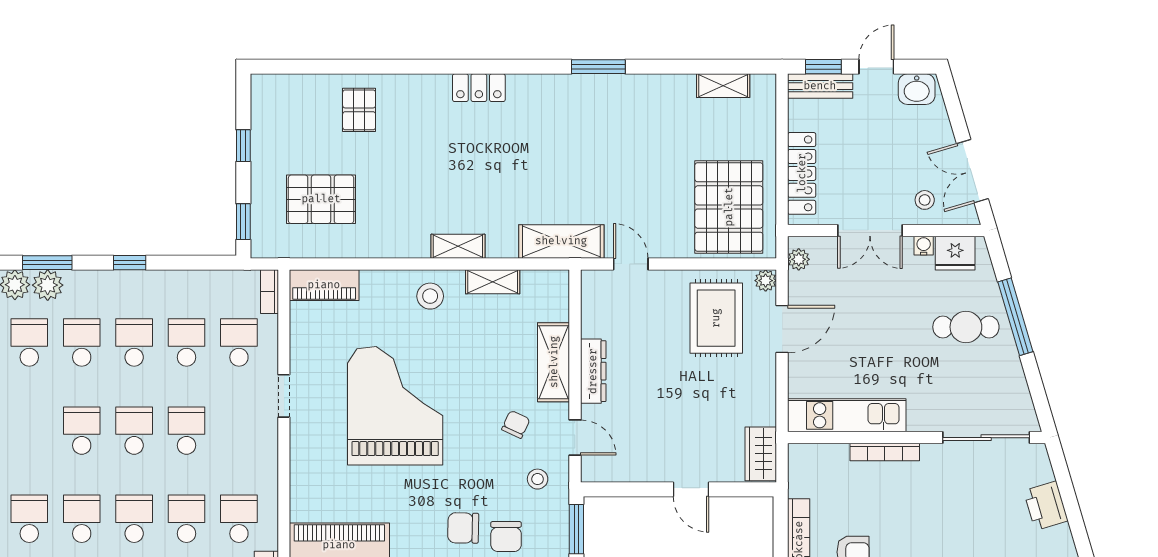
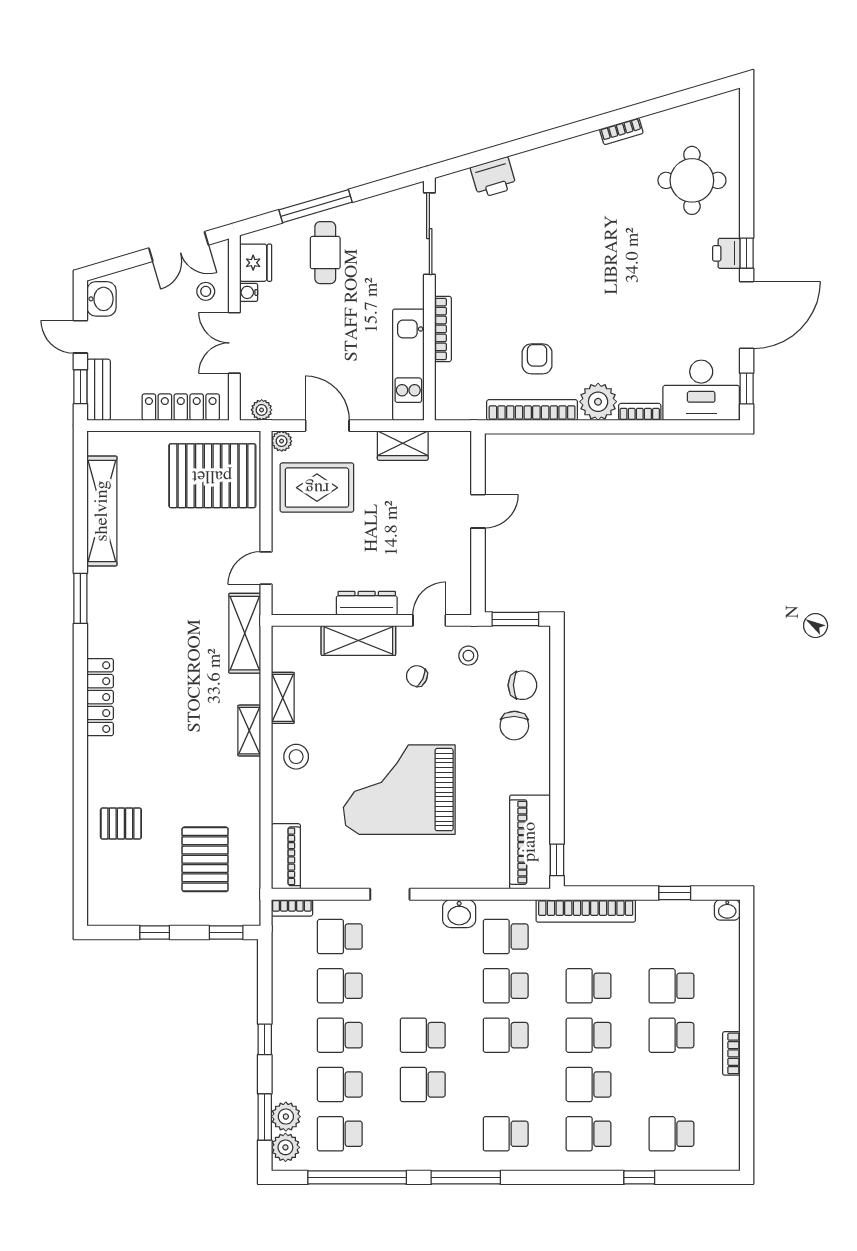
shelving: (723, 86) -> (102, 511), width x2.20, depth x1.33
locker: (479, 88) -> (100, 697), width x1.53
double door: (870, 230) -> (234, 343), swing flipped
school desk: (187, 431) -> (423, 986), removed
wardrobe: (761, 454) -> (403, 446), moved
washbasin: (263, 469) -> (459, 914), added
school desk: (82, 519) -> (506, 1084), removed

